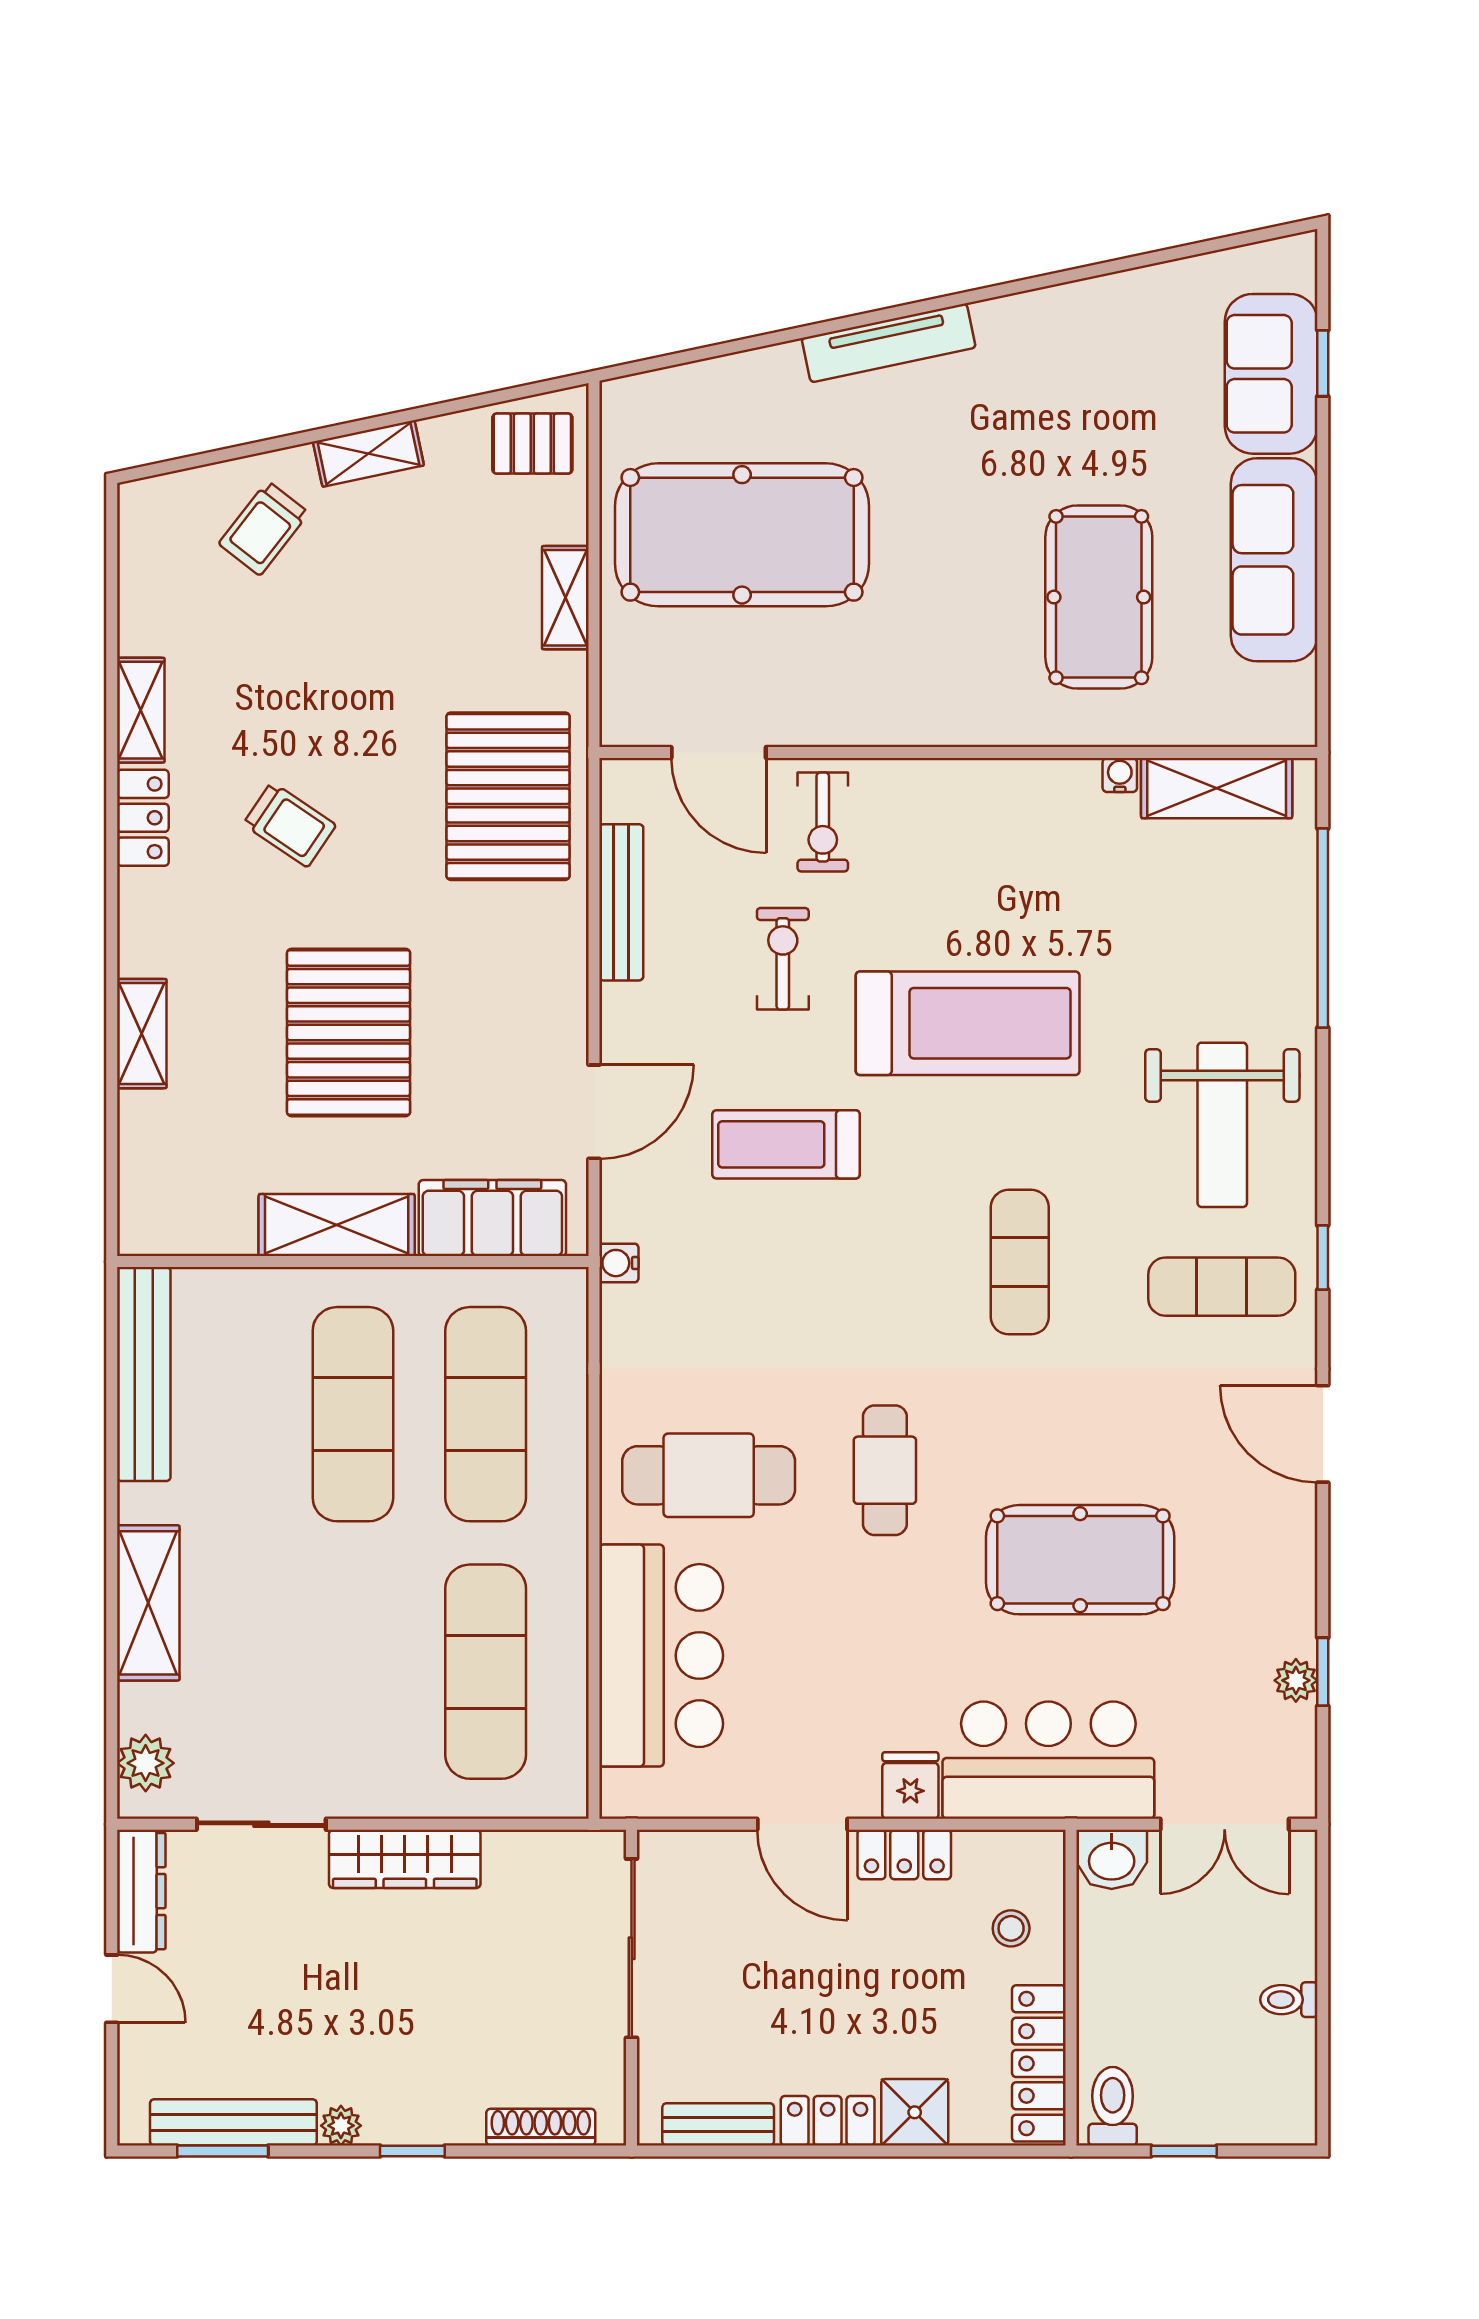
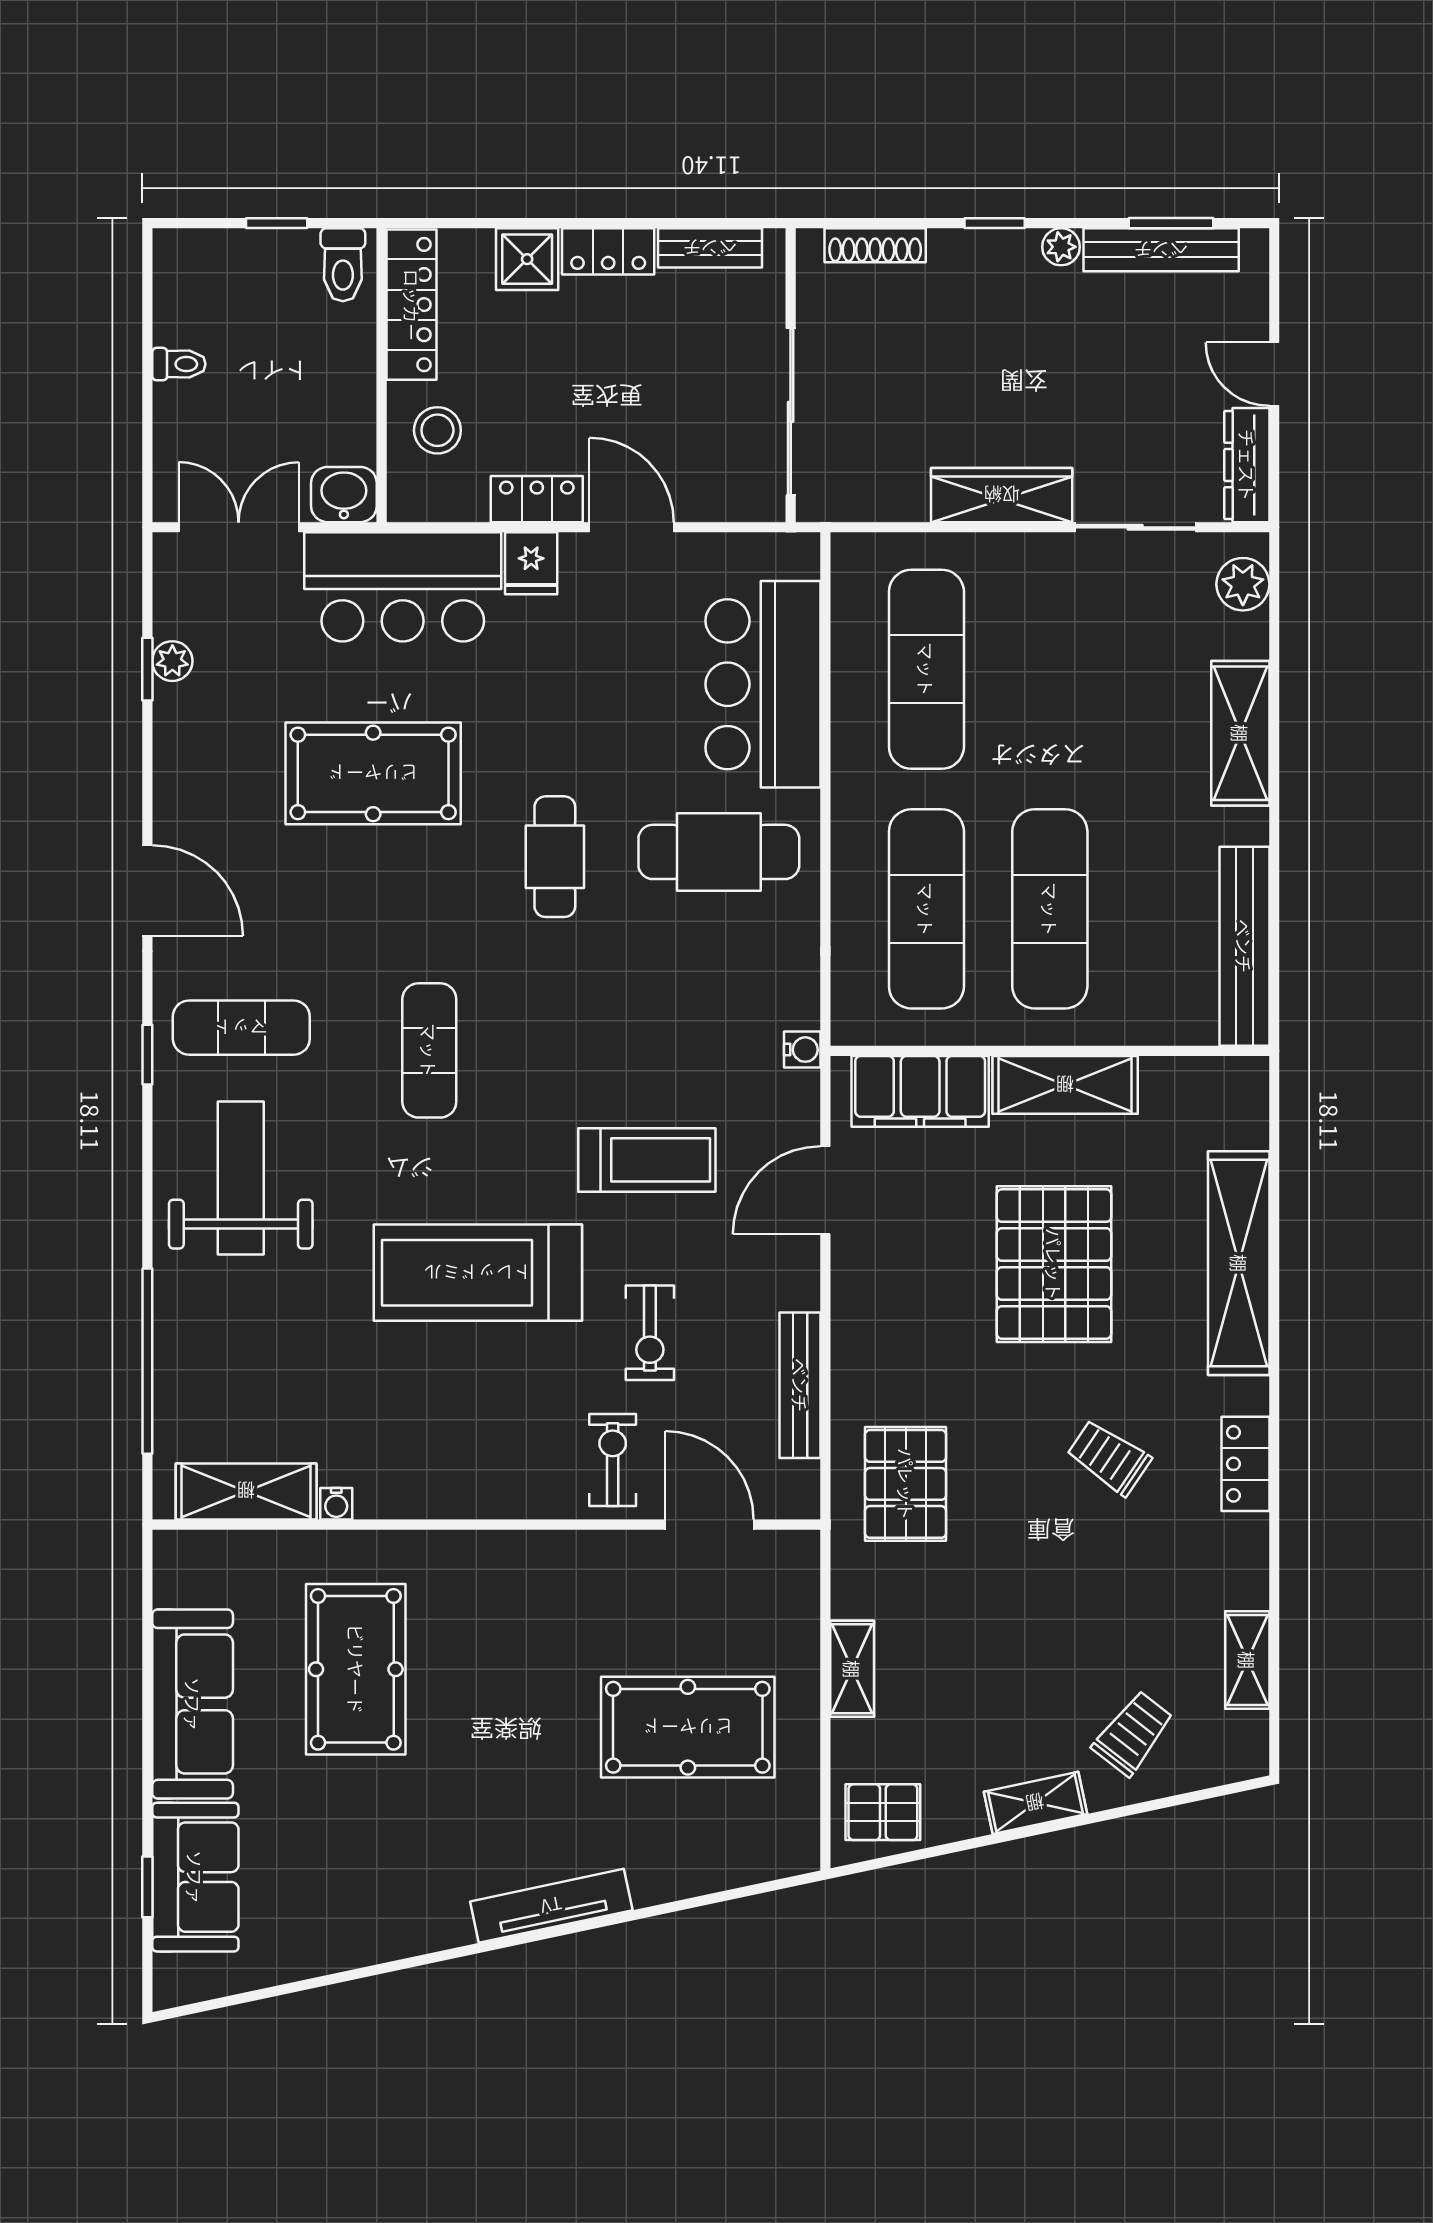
pool table: (742, 535) -> (688, 1727), width x0.73, depth x0.76
shelving: (141, 710) -> (1247, 1660), moved
pallet: (508, 796) -> (906, 1484), width x0.73, depth x0.71
shelving: (142, 1034) -> (1239, 1263), width x2.20, depth x1.33
stool: (1011, 1928) -> (437, 430), width x1.37, depth x1.37

